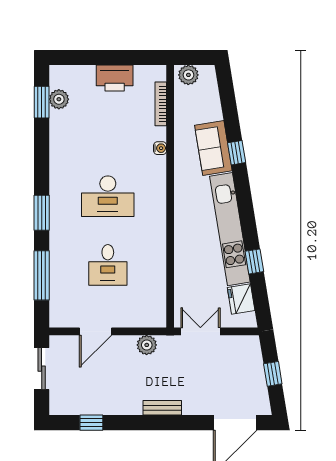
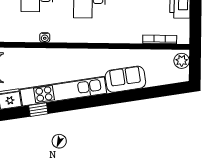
water cooler: (160, 148) -> (45, 37), moved
window: (237, 153) -> (122, 97), removed

